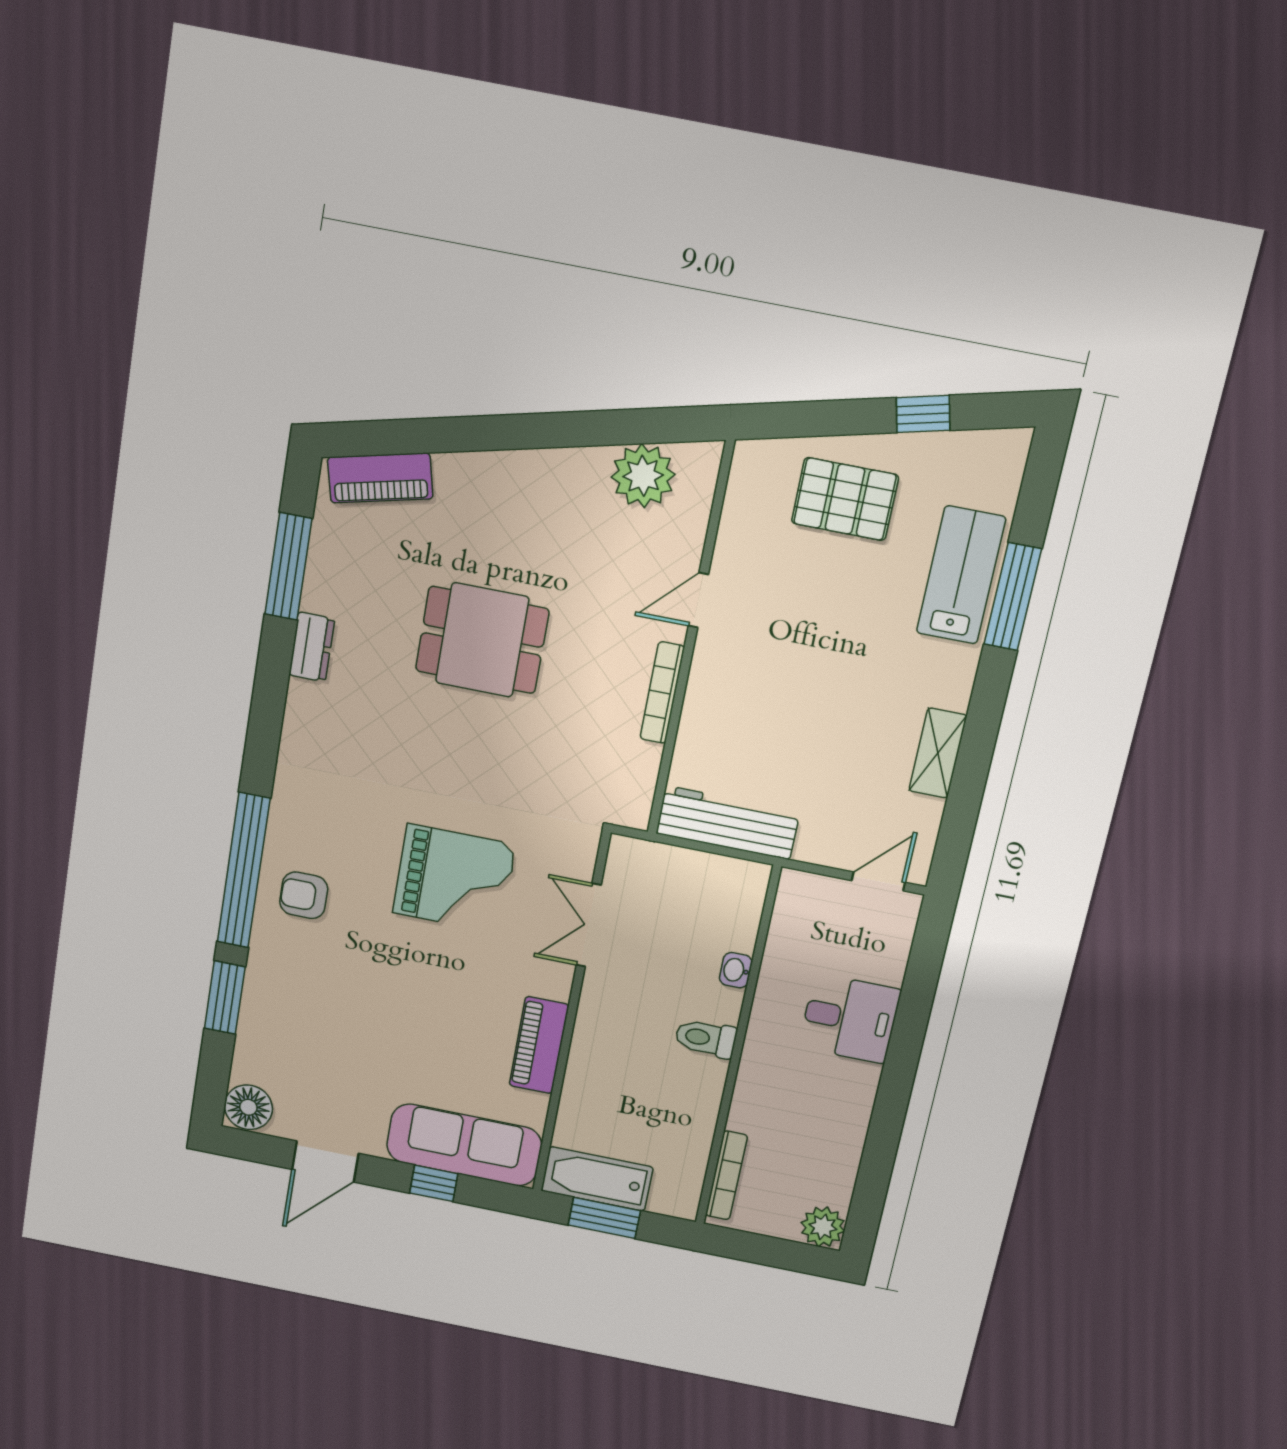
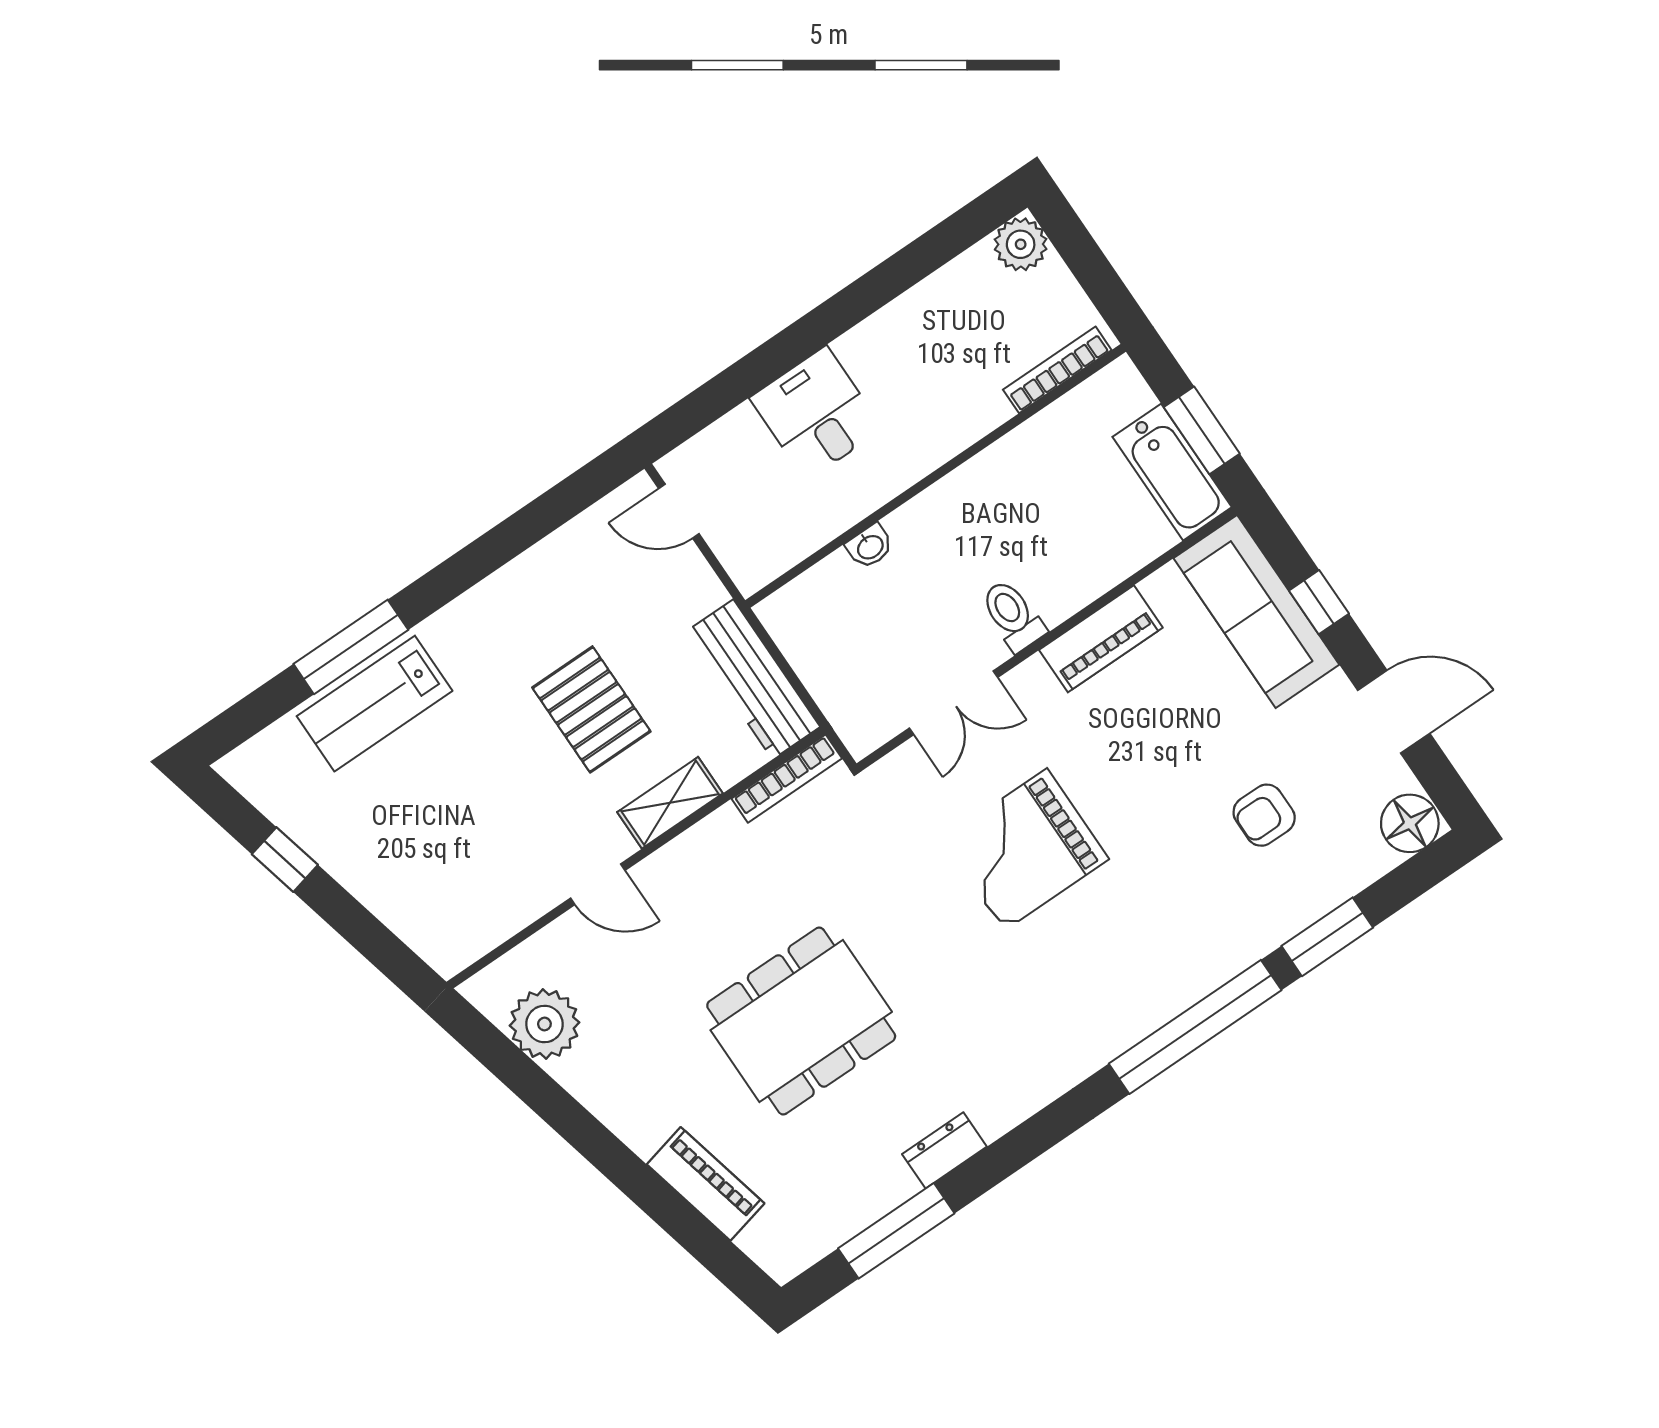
piano: (380, 478) -> (706, 1184), moved
pallet: (845, 499) -> (591, 709), moved
dining table: (482, 640) -> (801, 1021), width x1.38
bookcase: (662, 693) -> (787, 779), moved
shelving: (938, 753) -> (670, 803), moved
grand piano: (454, 879) -> (1025, 849), turned -90
armchair: (304, 895) -> (1264, 815), moved, turned 90
toilet: (706, 1038) -> (1013, 615), moved, turned 180

